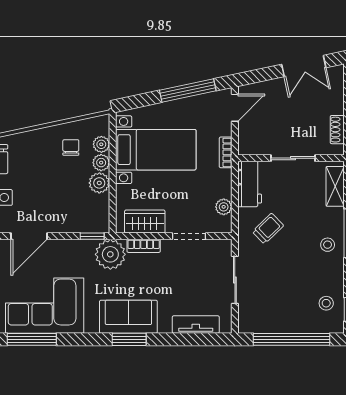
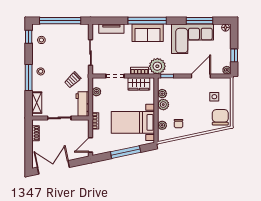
double door: (304, 66) -> (53, 167), width x1.37
window: (188, 91) -> (126, 152), moved
plant: (101, 163) -> (162, 94), moved
window: (129, 339) -> (147, 21), width x2.11

